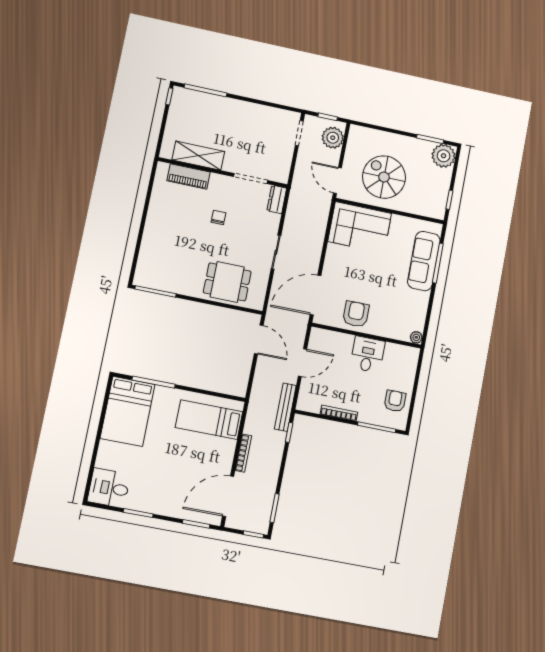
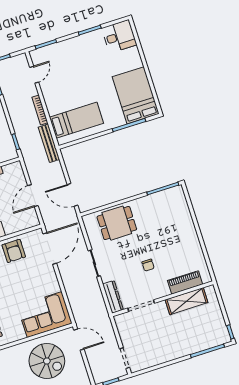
plant: (333, 138) -> (99, 369), removed
dresser: (277, 199) -> (113, 297), width x1.44
bench: (285, 407) -> (49, 143), moved
door: (228, 496) -> (34, 75), width x0.53

